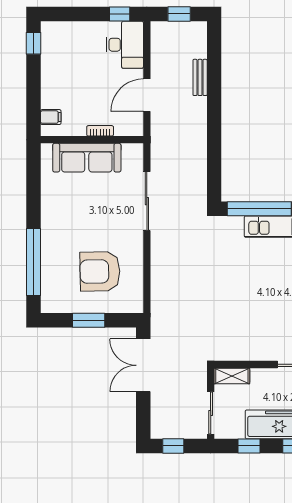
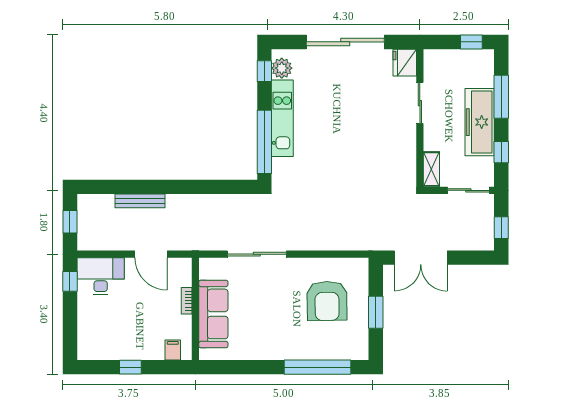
window: (34, 43) -> (130, 367), moved
bench: (200, 77) -> (140, 201), width x1.36

